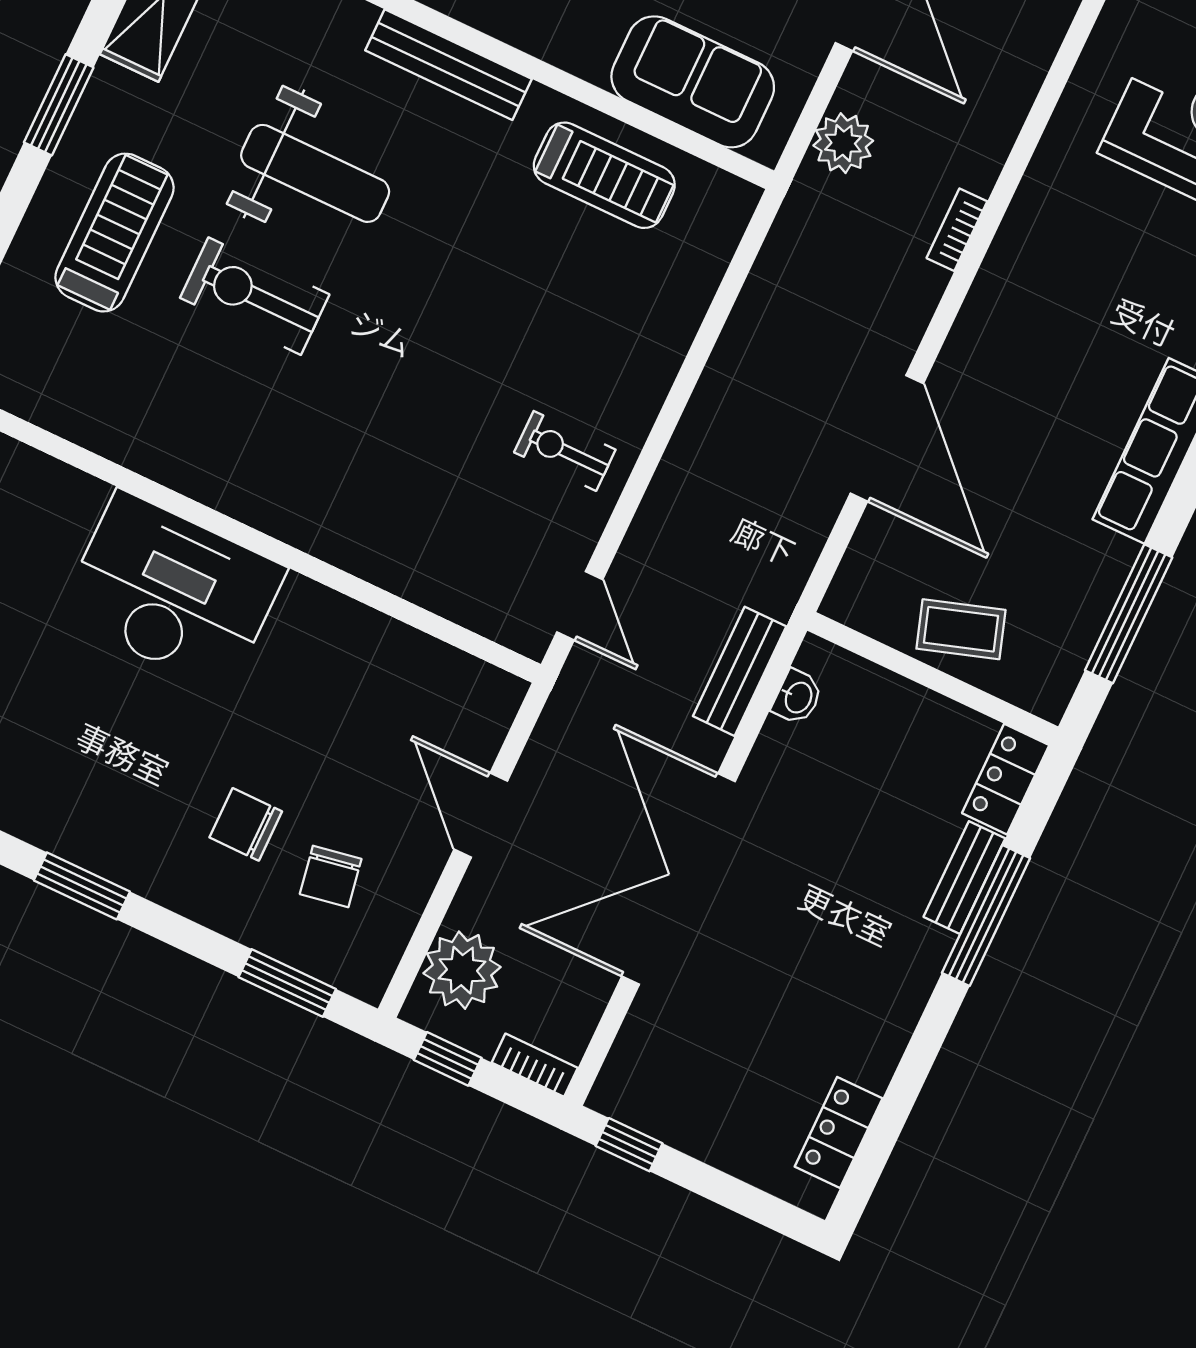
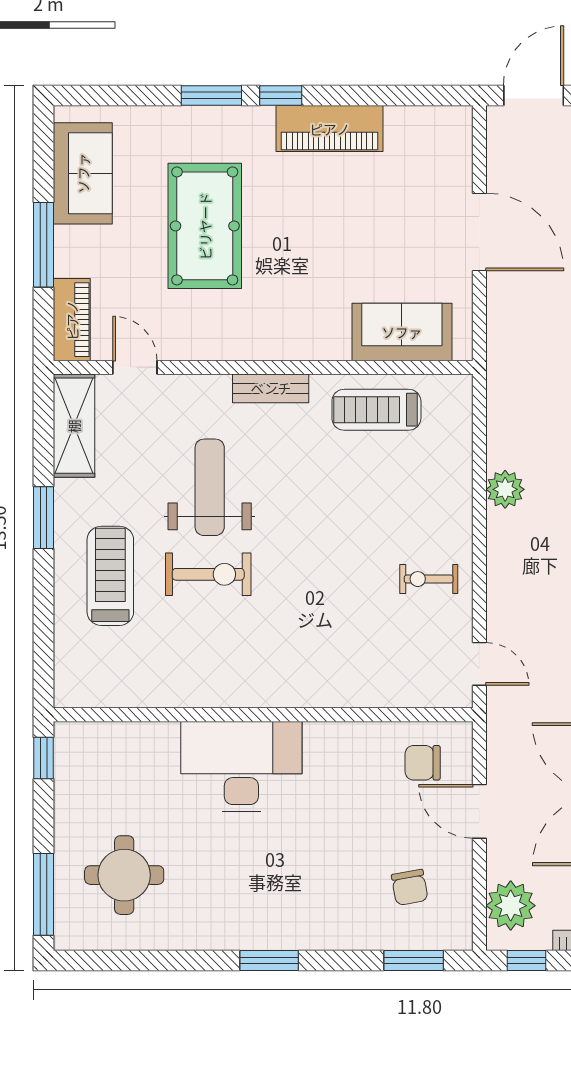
bench: (448, 65) -> (271, 388), width x0.73
plant: (843, 143) -> (505, 489), moved
weight bench: (315, 173) -> (210, 487), turned -90
treadmill: (604, 175) -> (376, 410), turned 180
exercise bike: (255, 296) -> (208, 574), turned 180
chair: (246, 824) -> (423, 763), moved

